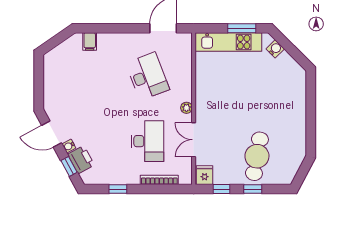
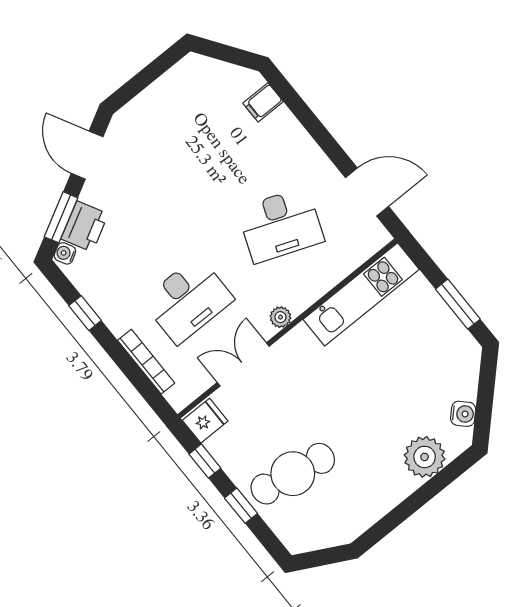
kitchen unit: (228, 42) -> (361, 294), moved, turned -90
water cooler: (275, 49) -> (463, 414), moved
desk: (148, 76) -> (280, 225), turned 42
plant: (295, 95) -> (425, 457), added
water cooler: (69, 146) -> (65, 253), moved
window: (69, 166) -> (61, 217), width x1.50

